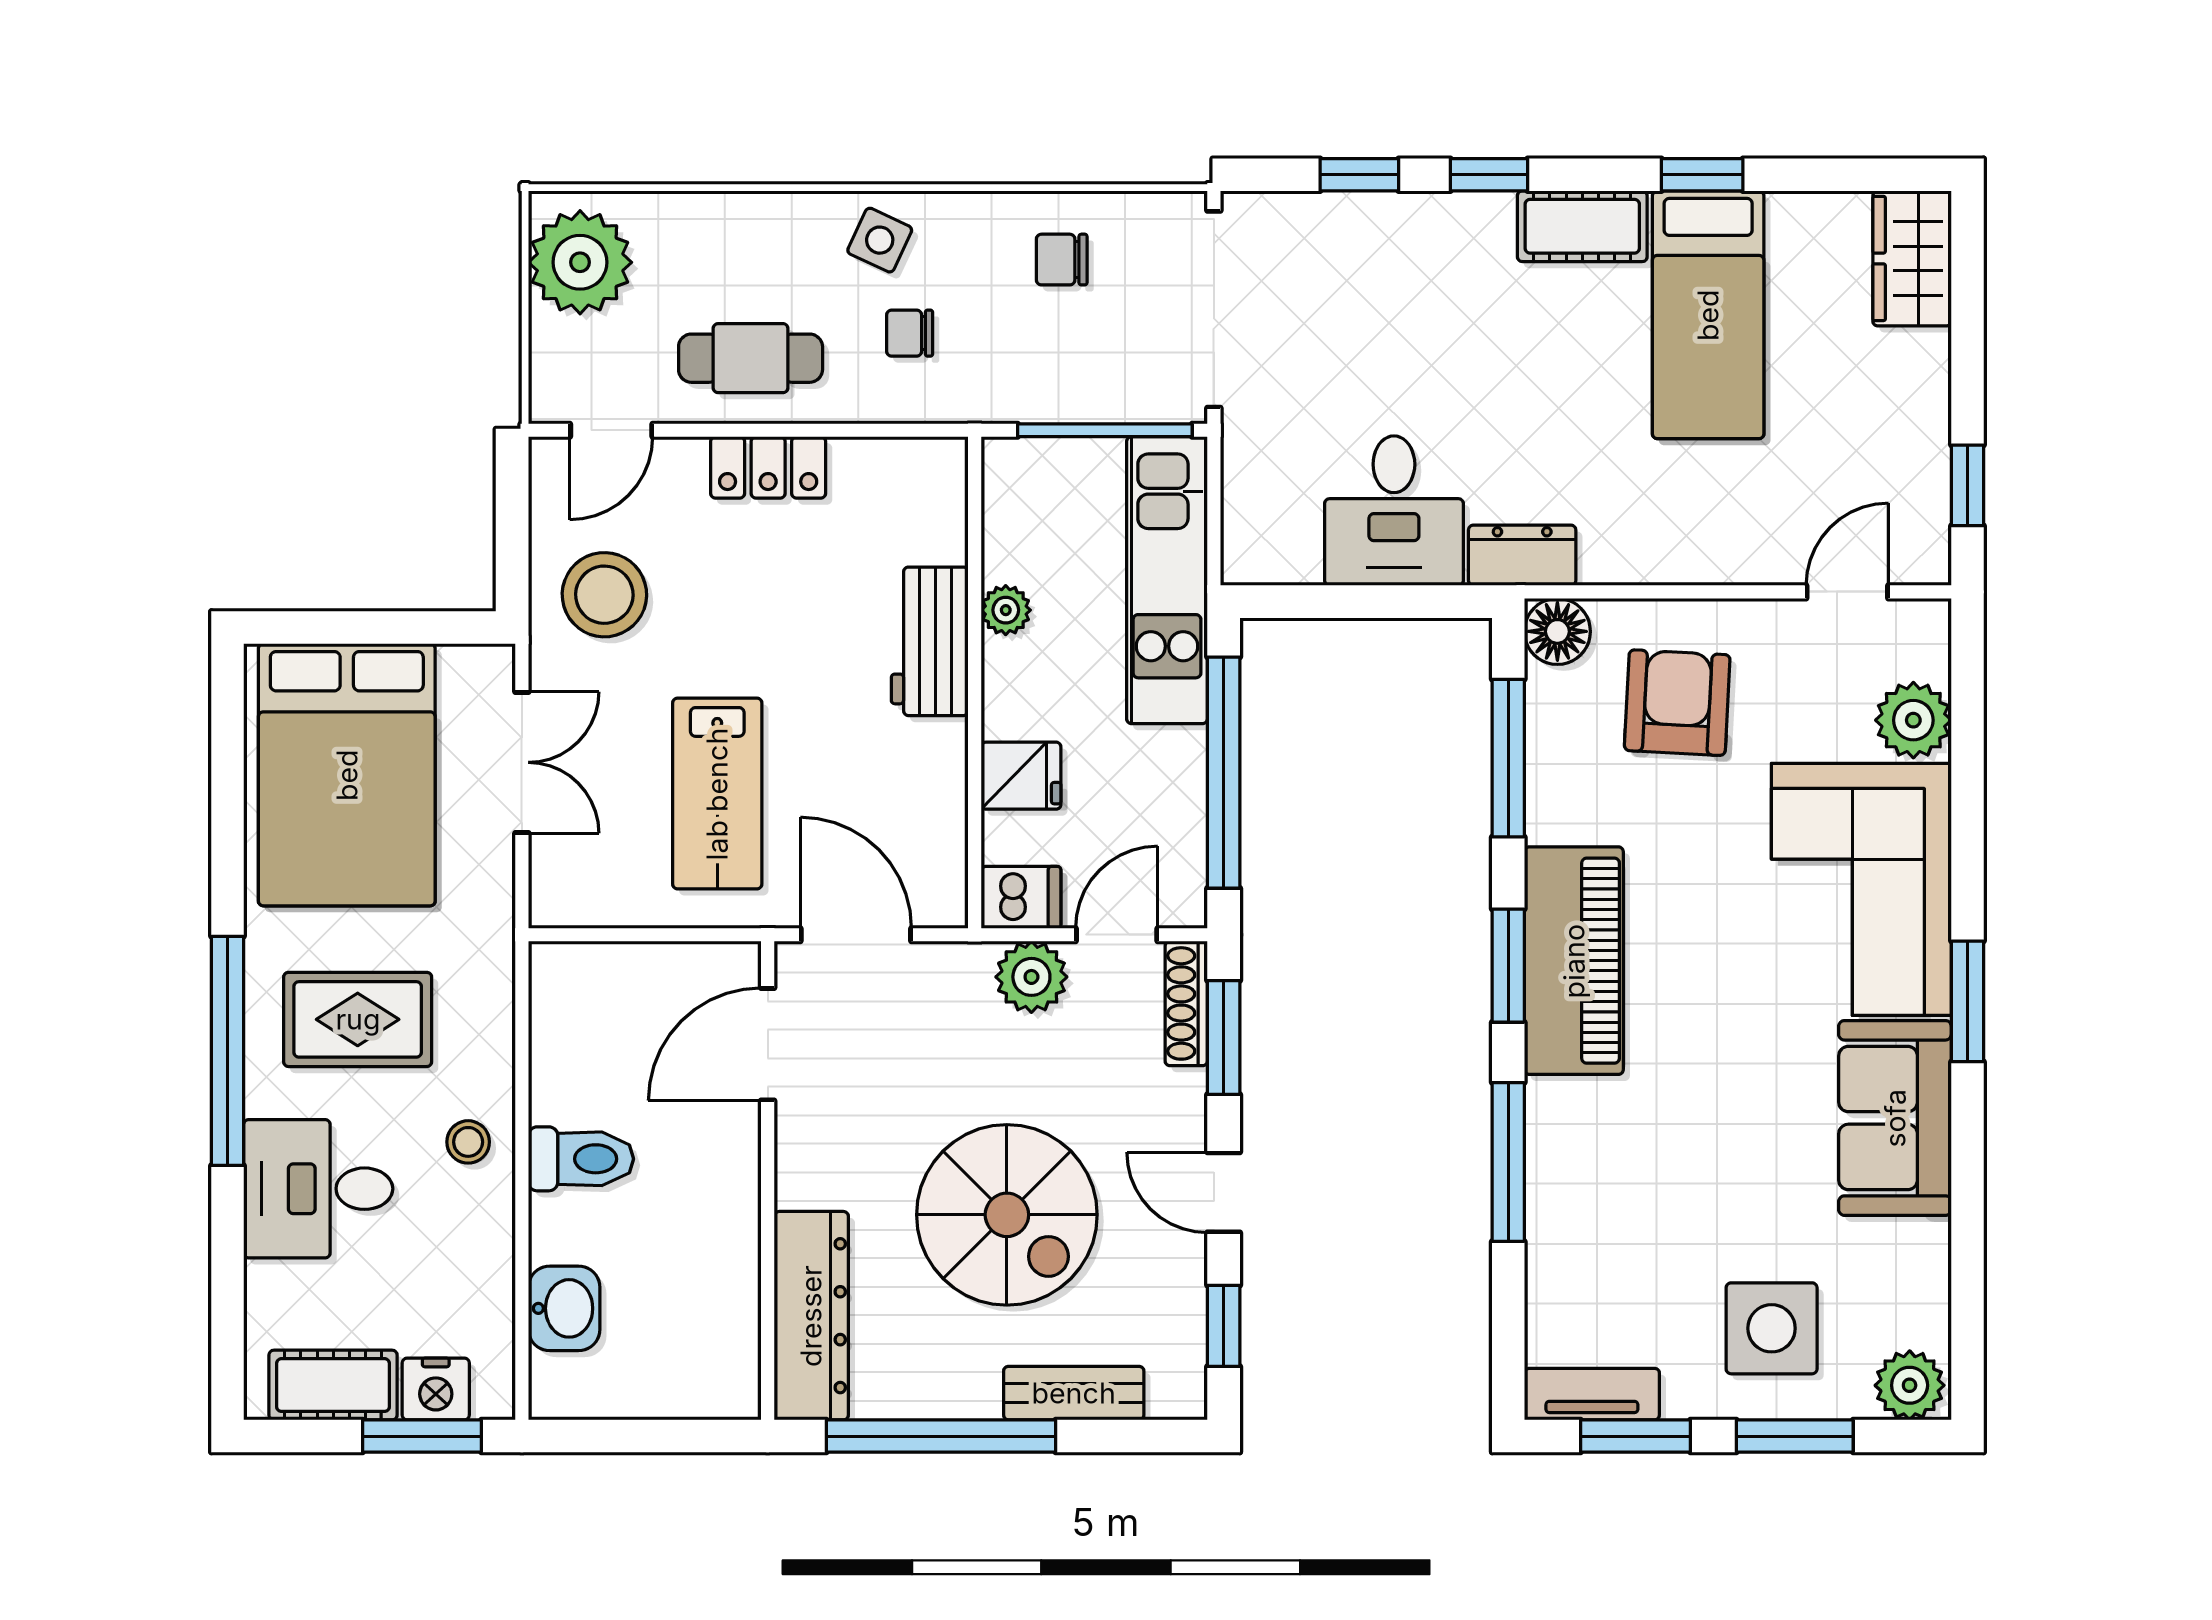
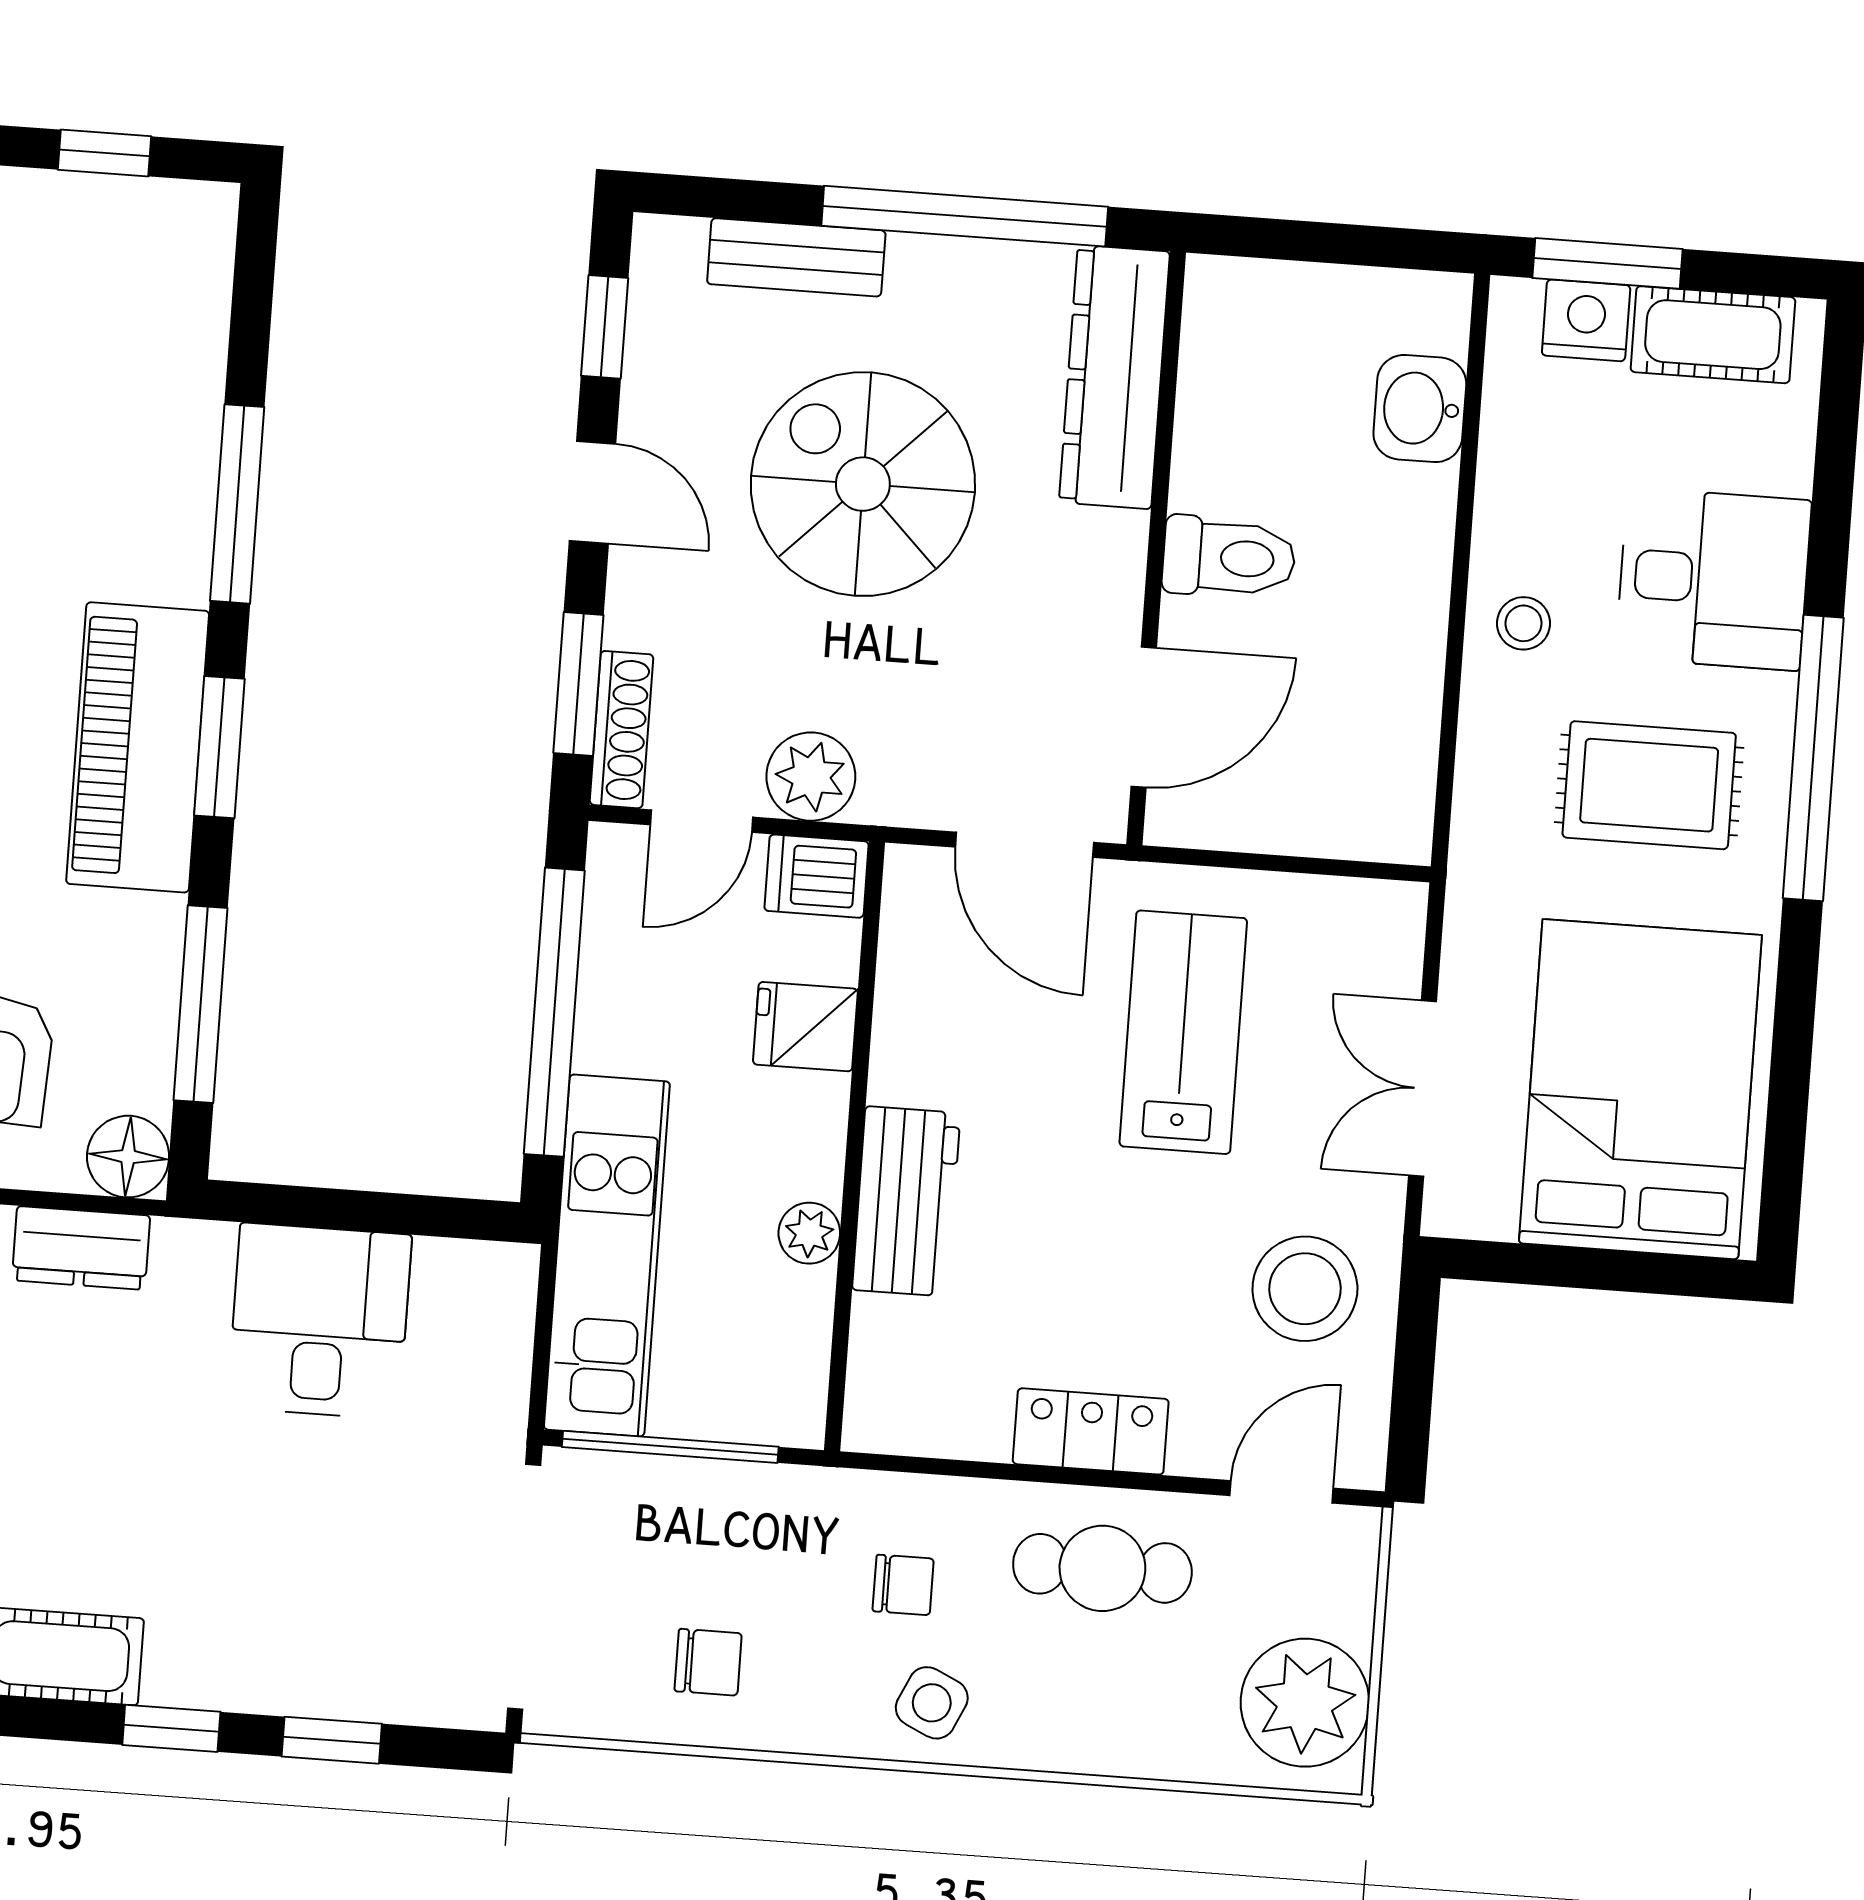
dresser: (1522, 555) -> (81, 1248), moved
toilet: (581, 1159) -> (1229, 558), moved, turned 180
tv unit: (1592, 1394) -> (155, 209), removed
window: (1635, 1436) -> (105, 153), width x0.67

